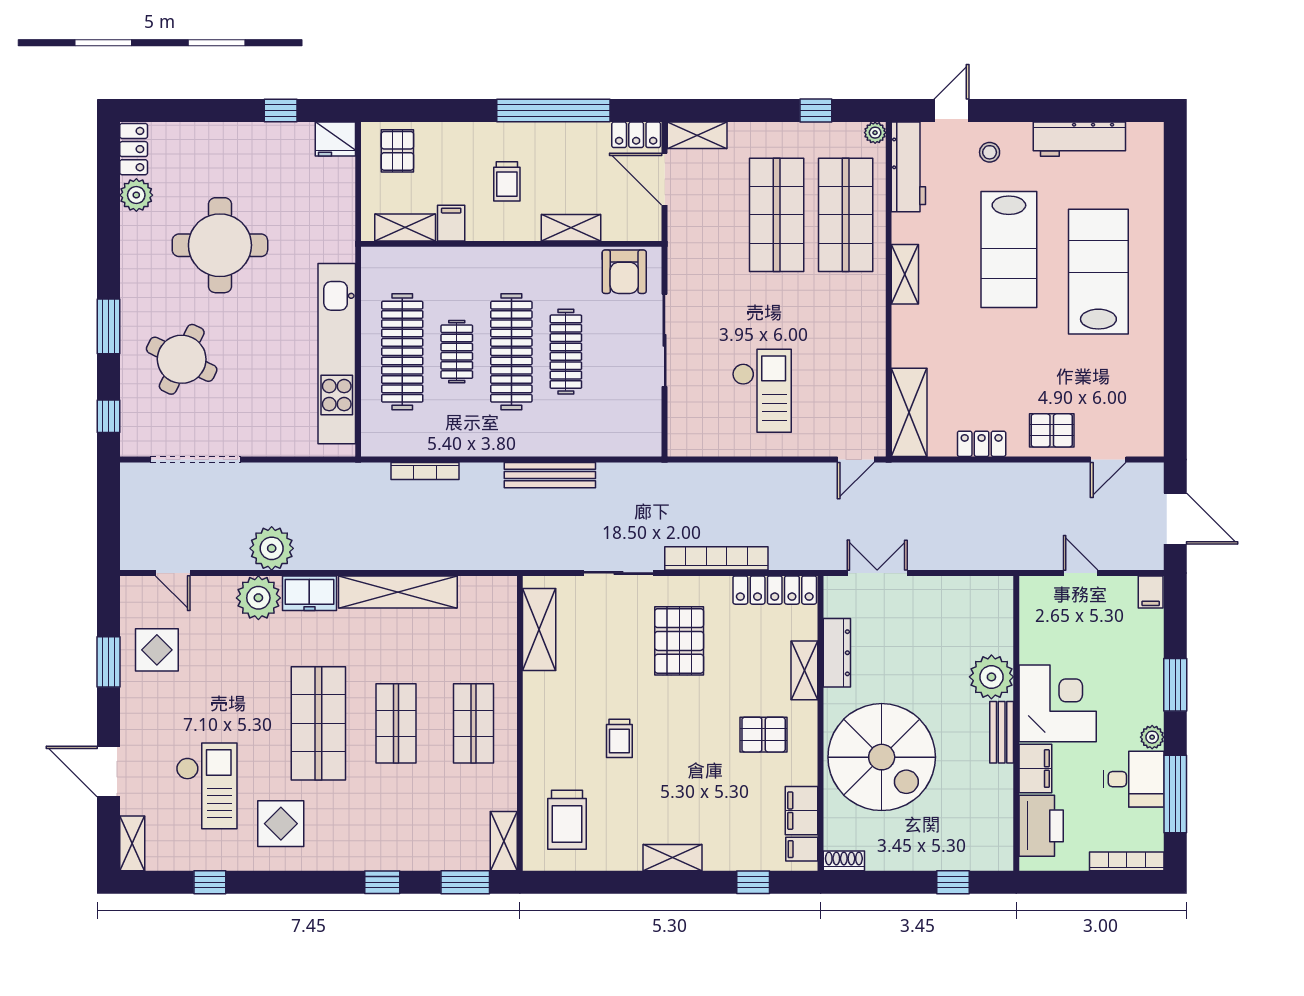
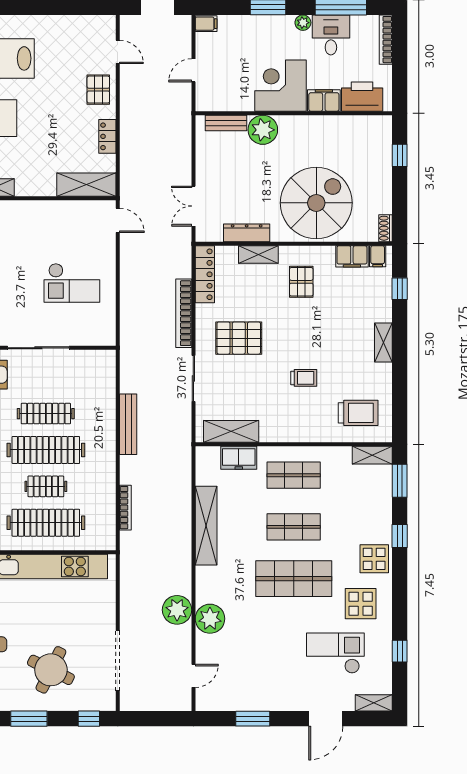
checkout: (762, 391) -> (72, 283), turned 180
freezer: (309, 593) -> (239, 458), moved, turned 90
display table: (157, 650) -> (374, 559), moved
bench: (1002, 732) -> (226, 123), moved

